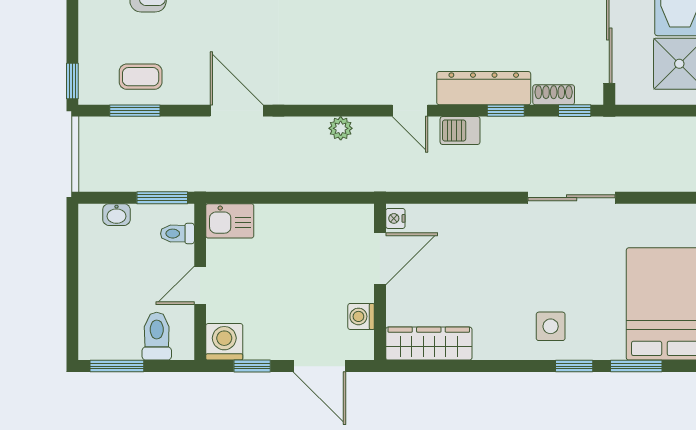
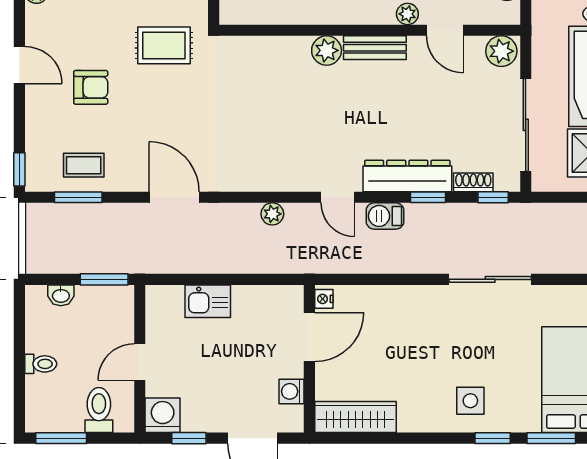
kitchen sink: (230, 221) -> (208, 301), moved
toilet: (177, 234) -> (41, 364), moved, turned 180

